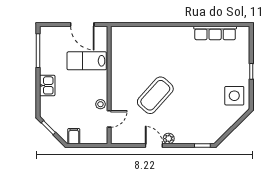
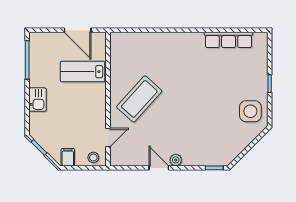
coffee table: (155, 95) -> (139, 99), moved
stool: (100, 104) -> (93, 157), moved

